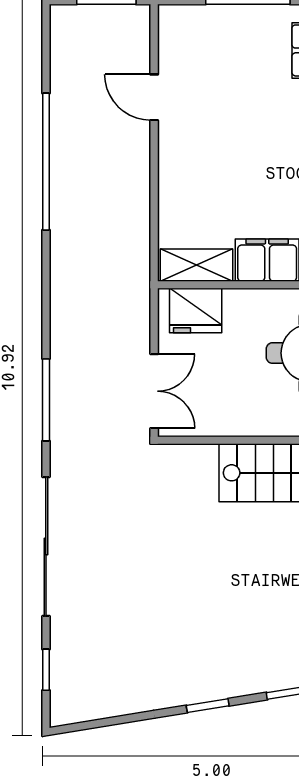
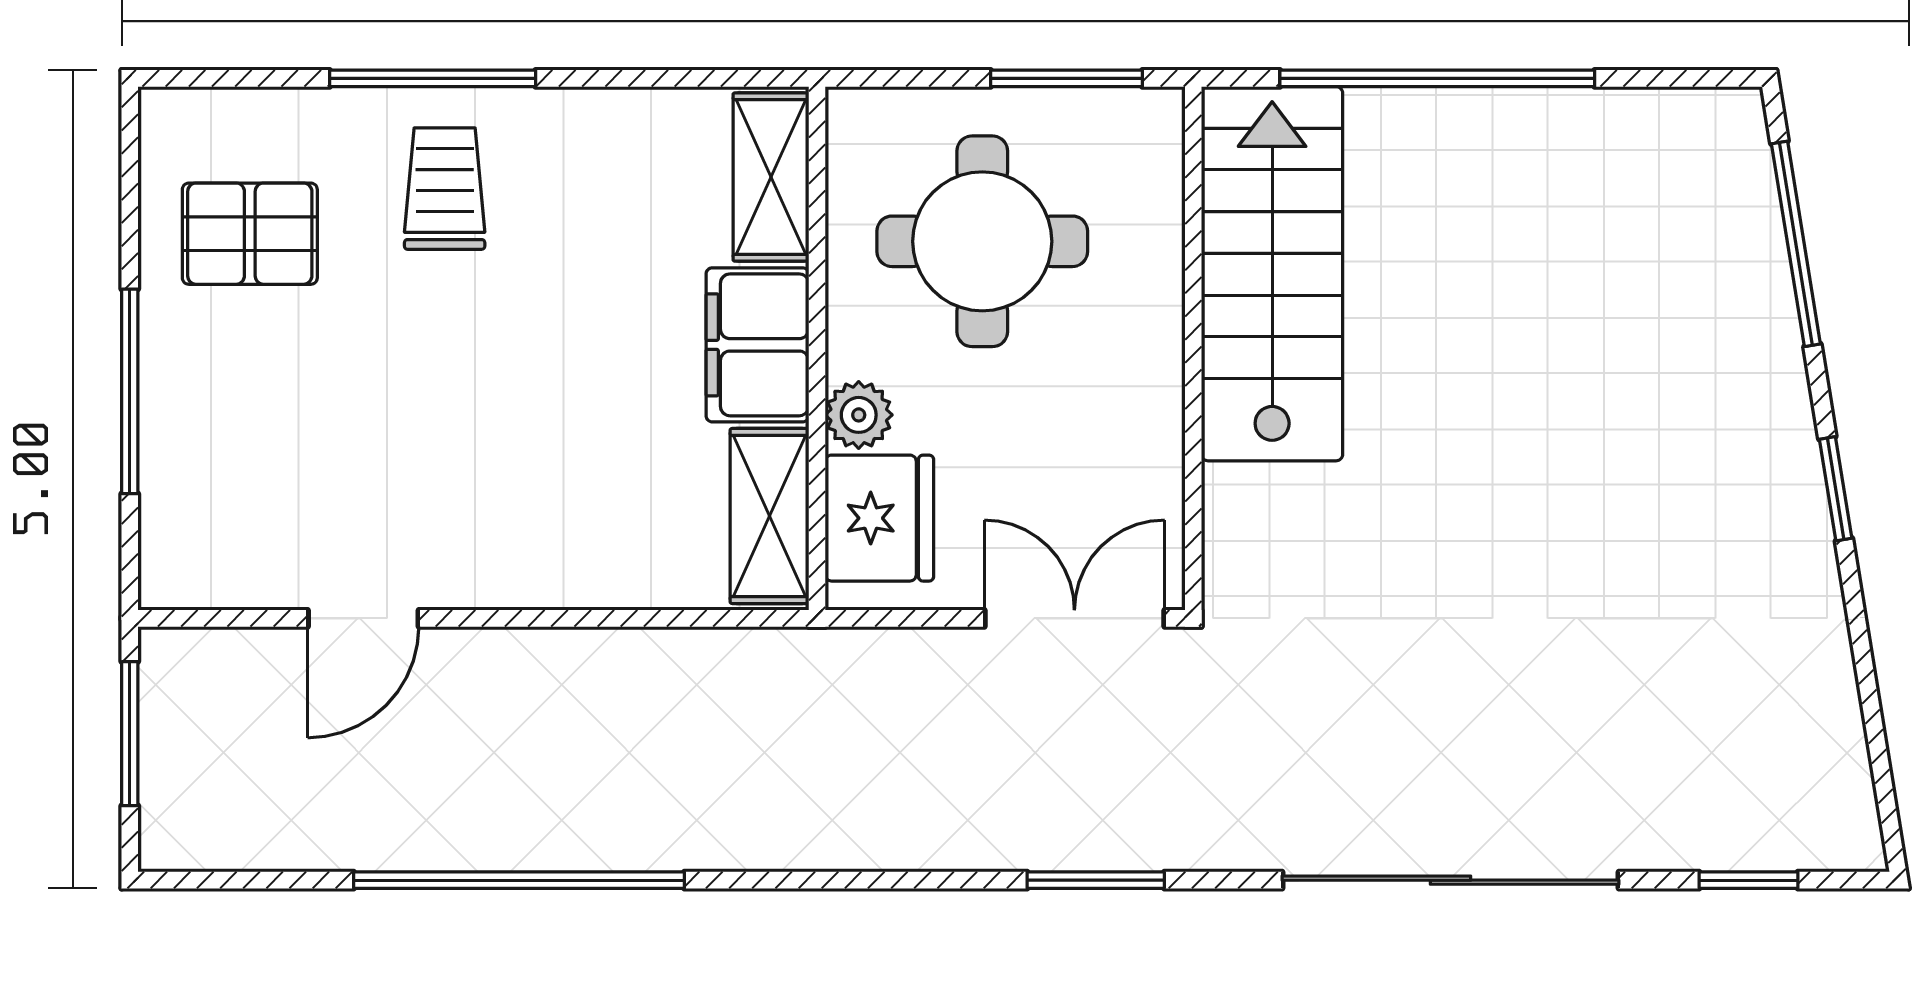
plant: (238, 302) -> (859, 415), added
window: (46, 400) -> (1096, 880), width x0.69

